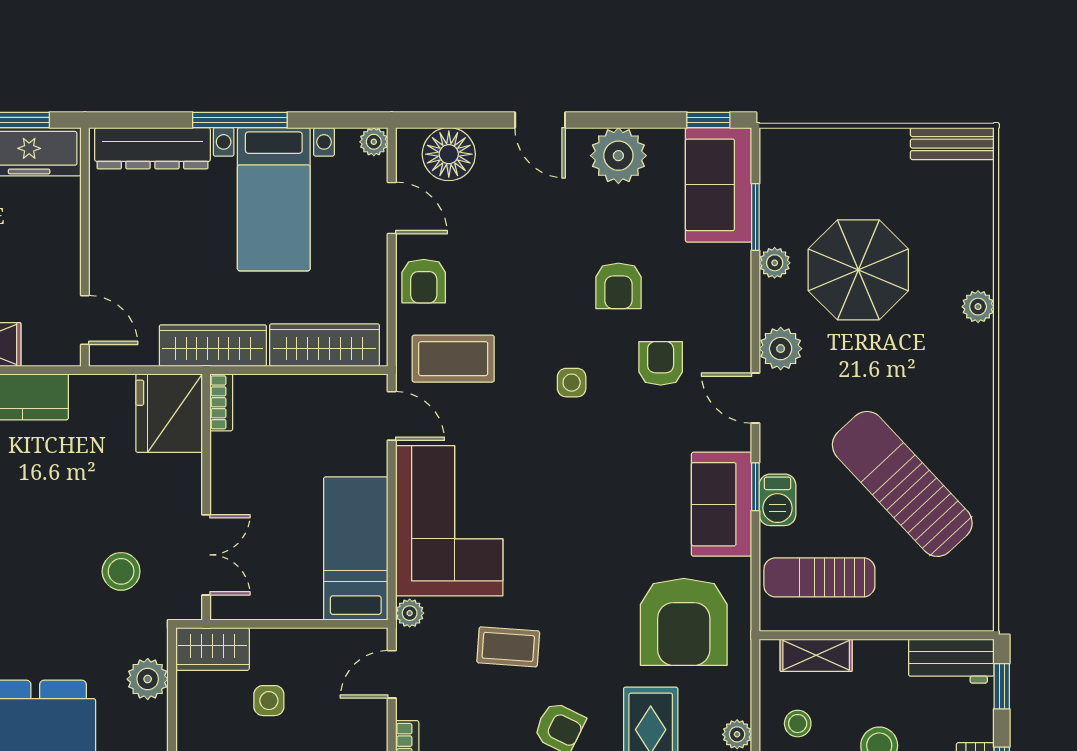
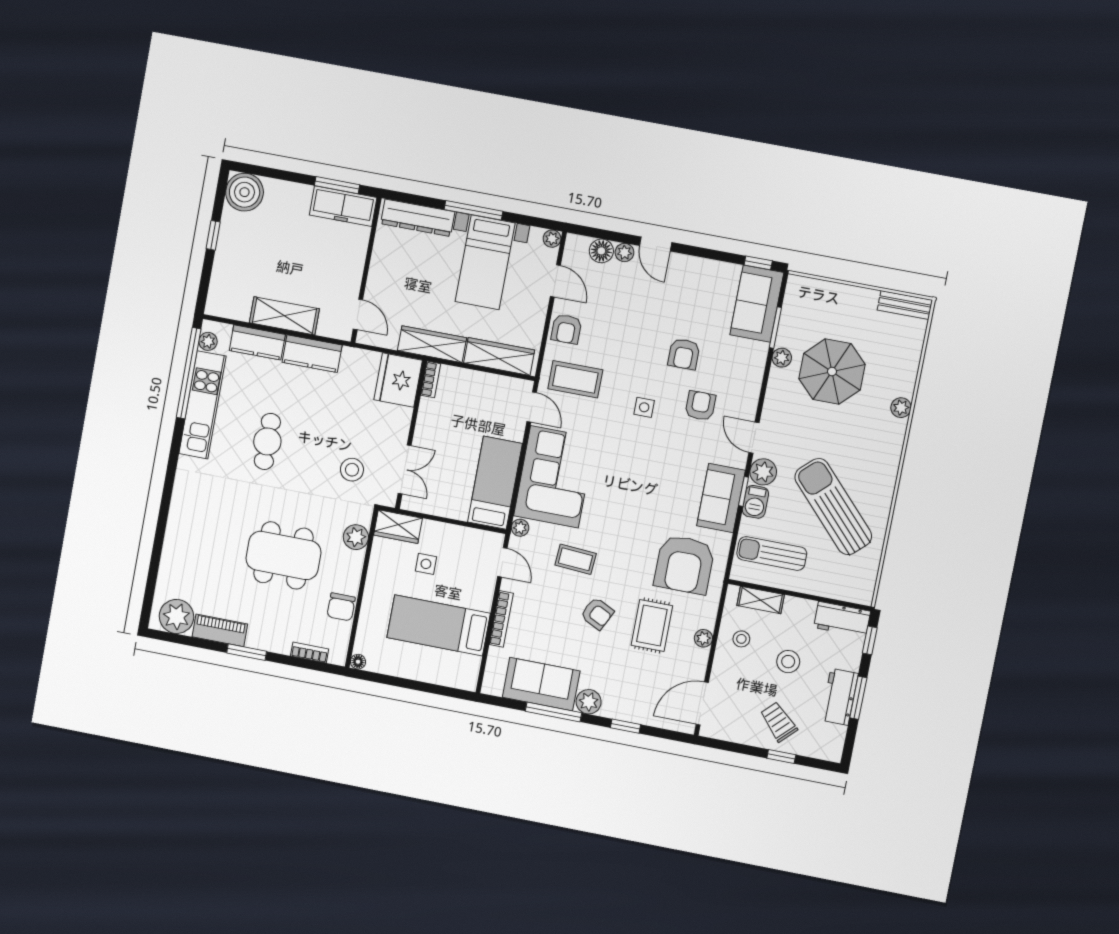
floor lamp: (449, 154) -> (601, 251), width x0.73, depth x0.73
plant: (618, 156) -> (624, 252), moved, width x0.53, depth x0.53
plant: (781, 349) -> (763, 472), moved
door: (392, 674) -> (502, 562), swing flipped

